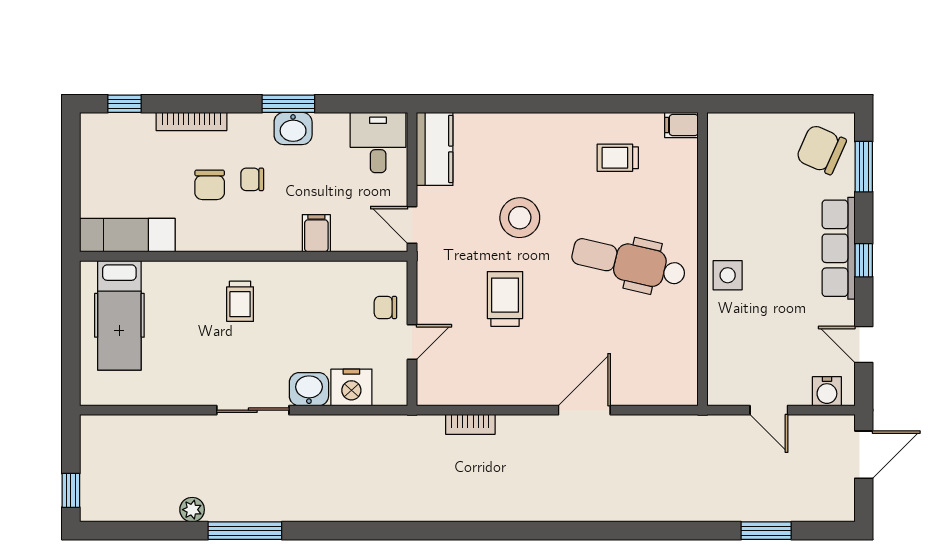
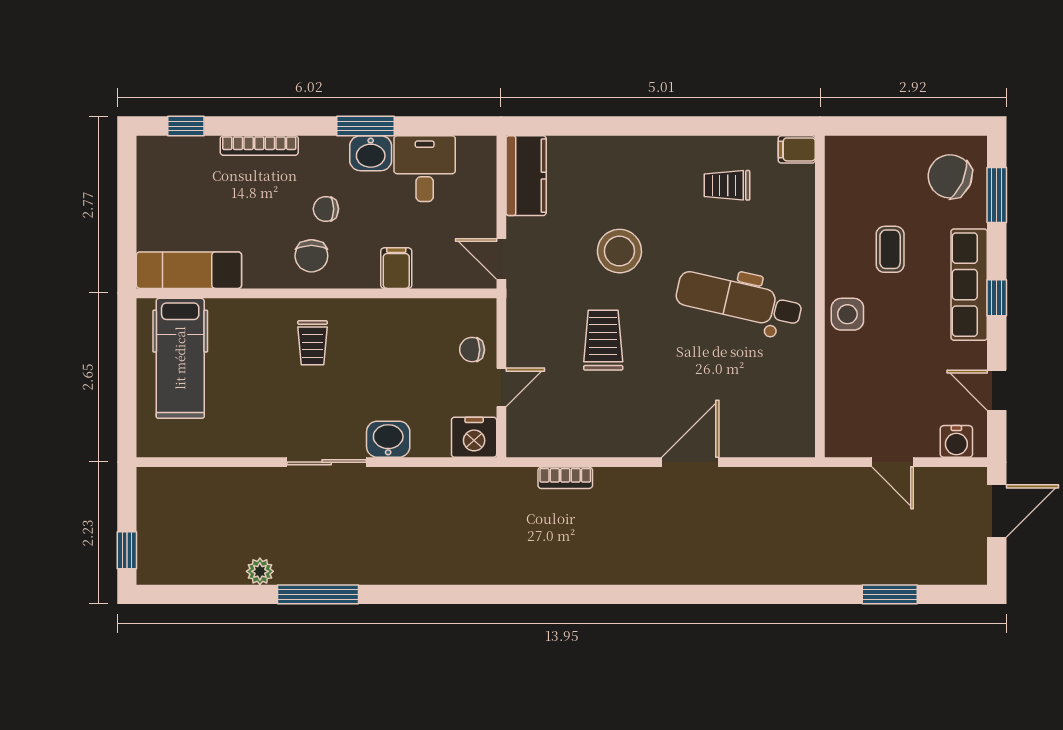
desk: (378, 143) -> (425, 169), moved
chair: (210, 185) -> (311, 256), moved
coffee table: (766, 216) -> (890, 249), added
nightstand: (351, 387) -> (474, 437), moved

